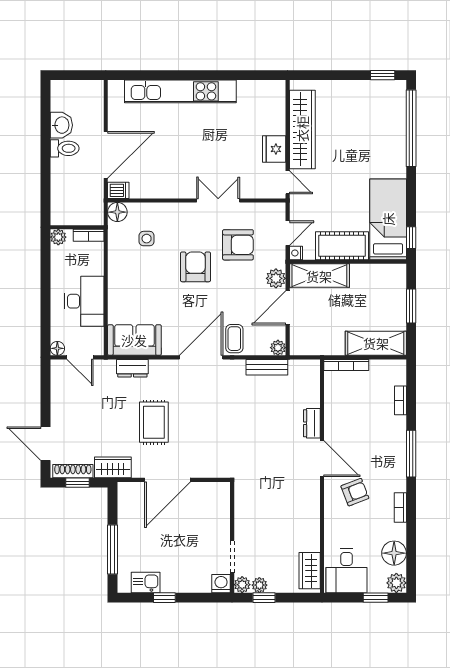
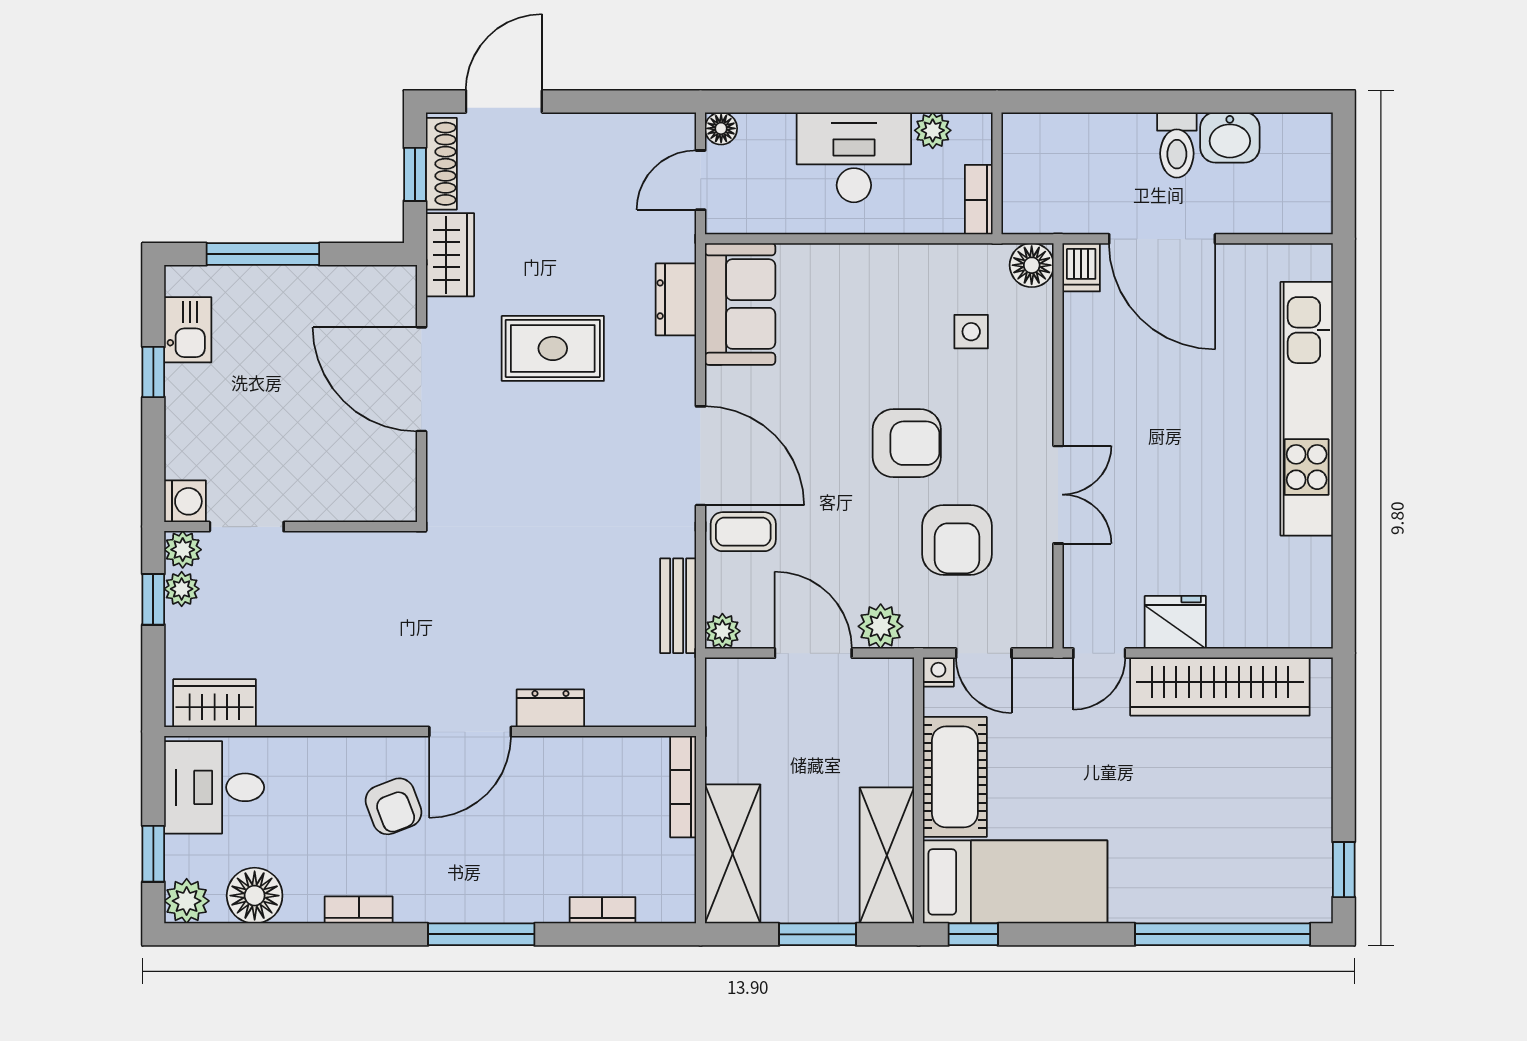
plant: (58, 237) -> (933, 130), moved
shelving: (319, 276) -> (887, 855), moved
desk: (84, 301) -> (854, 157), moved, turned 180

